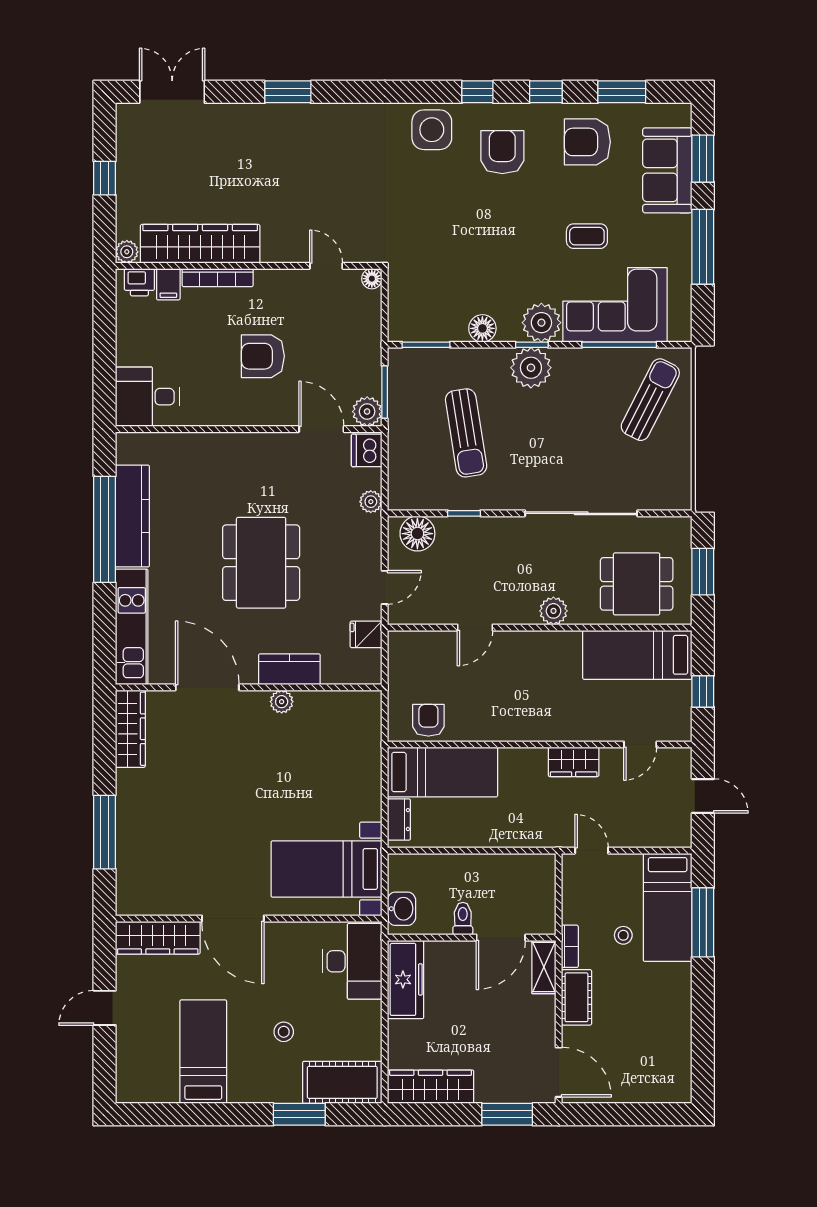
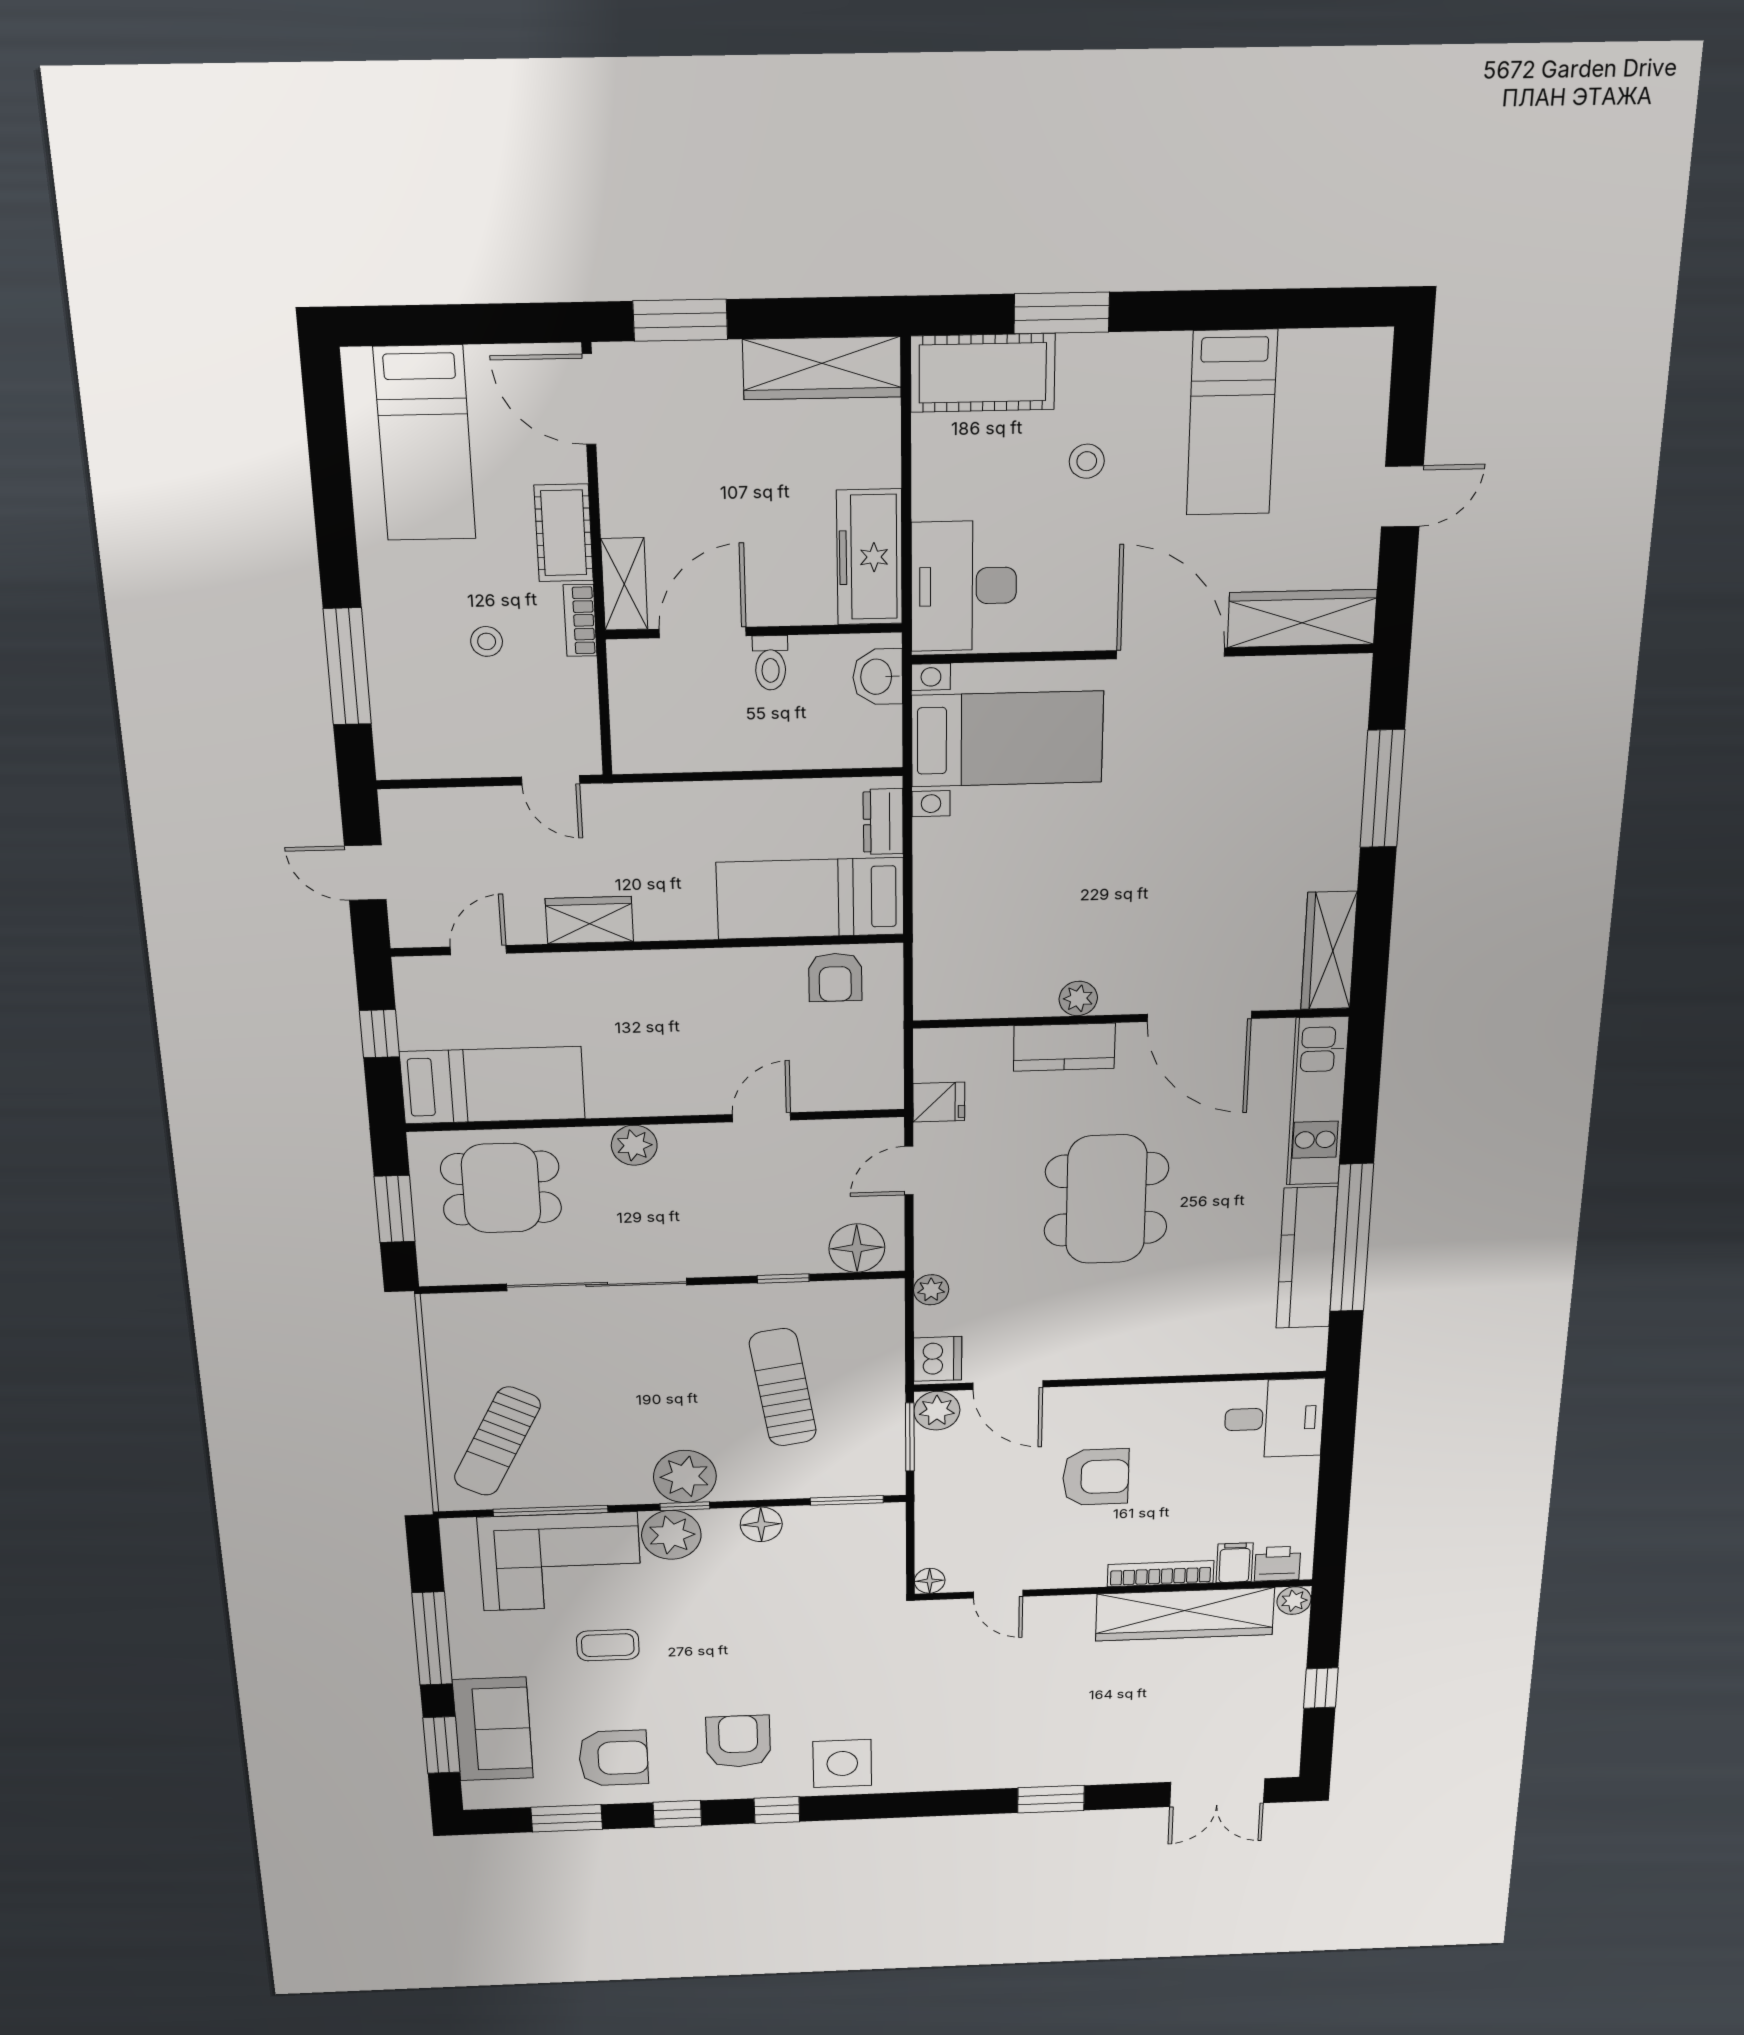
armchair: (502, 152) -> (738, 1741), turned 180
bed: (668, 907) -> (425, 444), moved, turned 180

